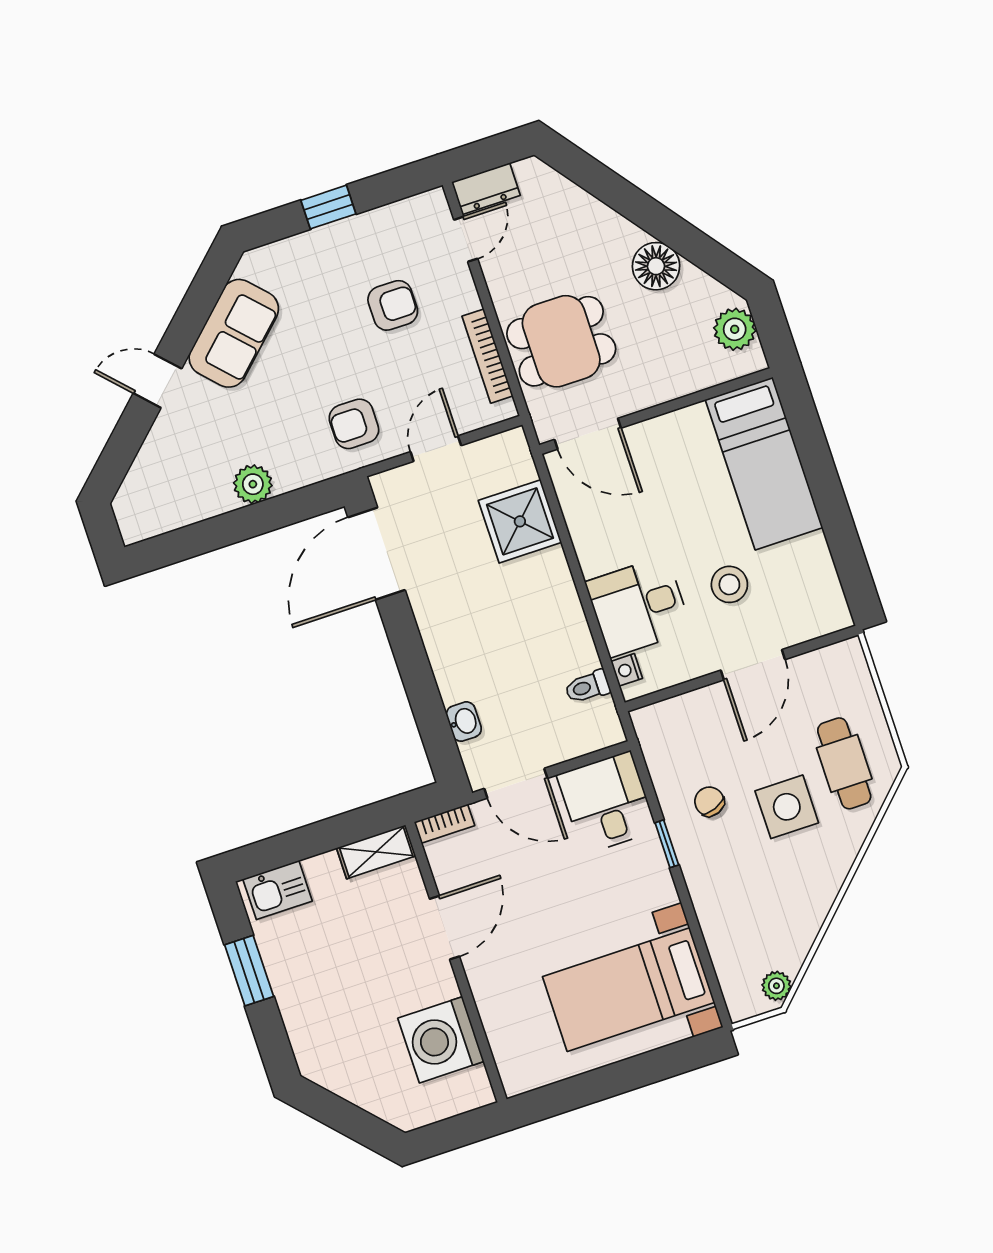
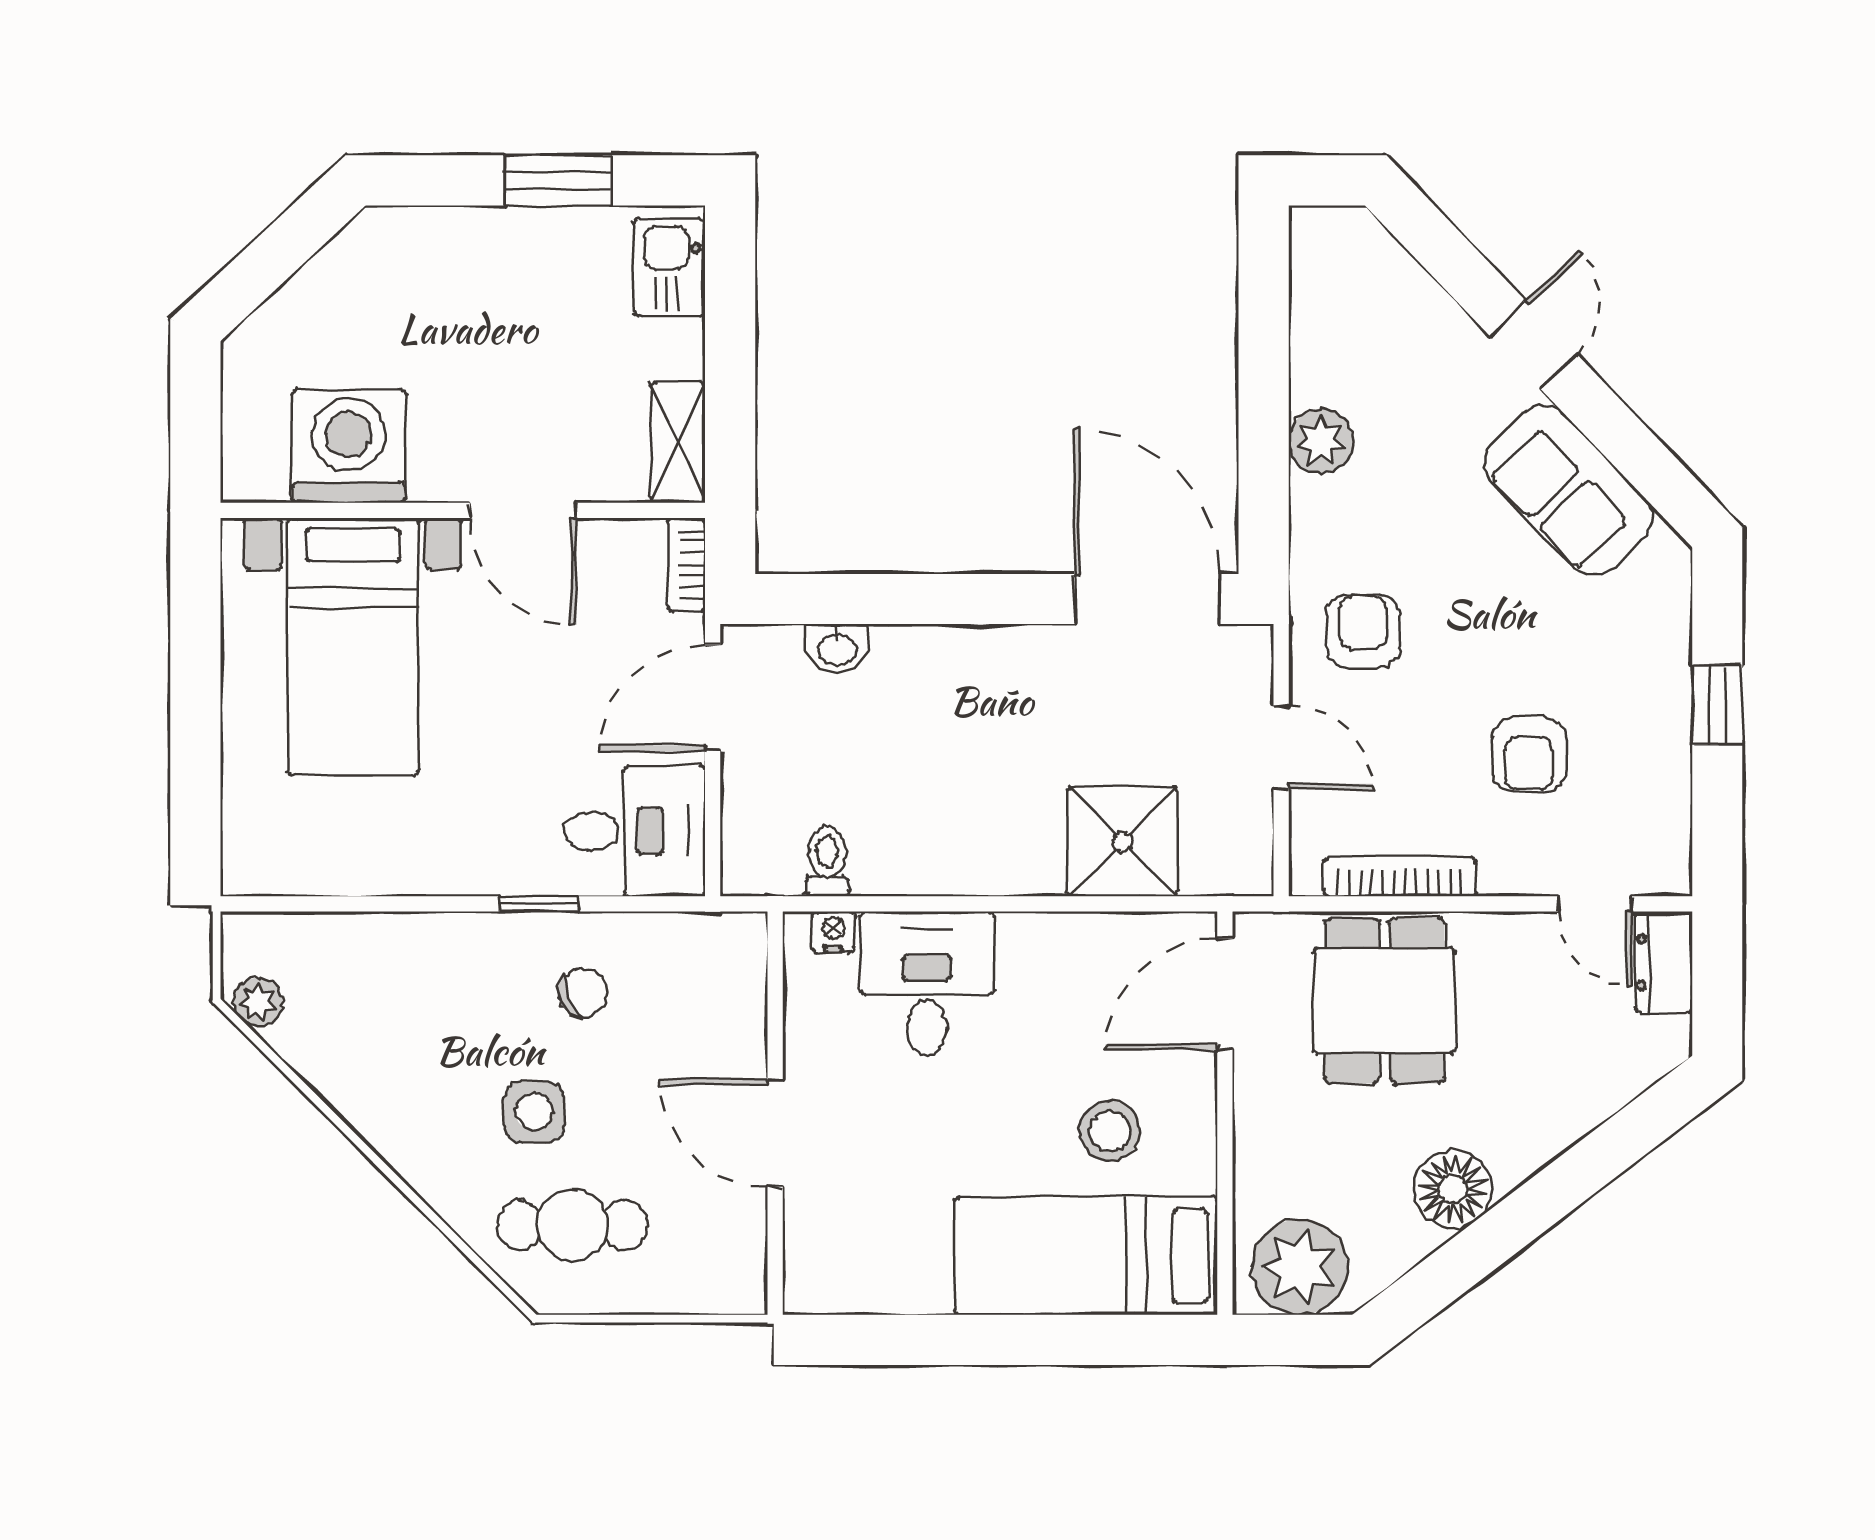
plant: (735, 329) -> (1300, 1267), width x1.36, depth x1.36
stool: (729, 584) -> (1110, 1131), moved
side table: (787, 807) -> (534, 1112), width x0.73, depth x0.73
bed with nightstands: (629, 990) -> (353, 647), moved, turned 180

